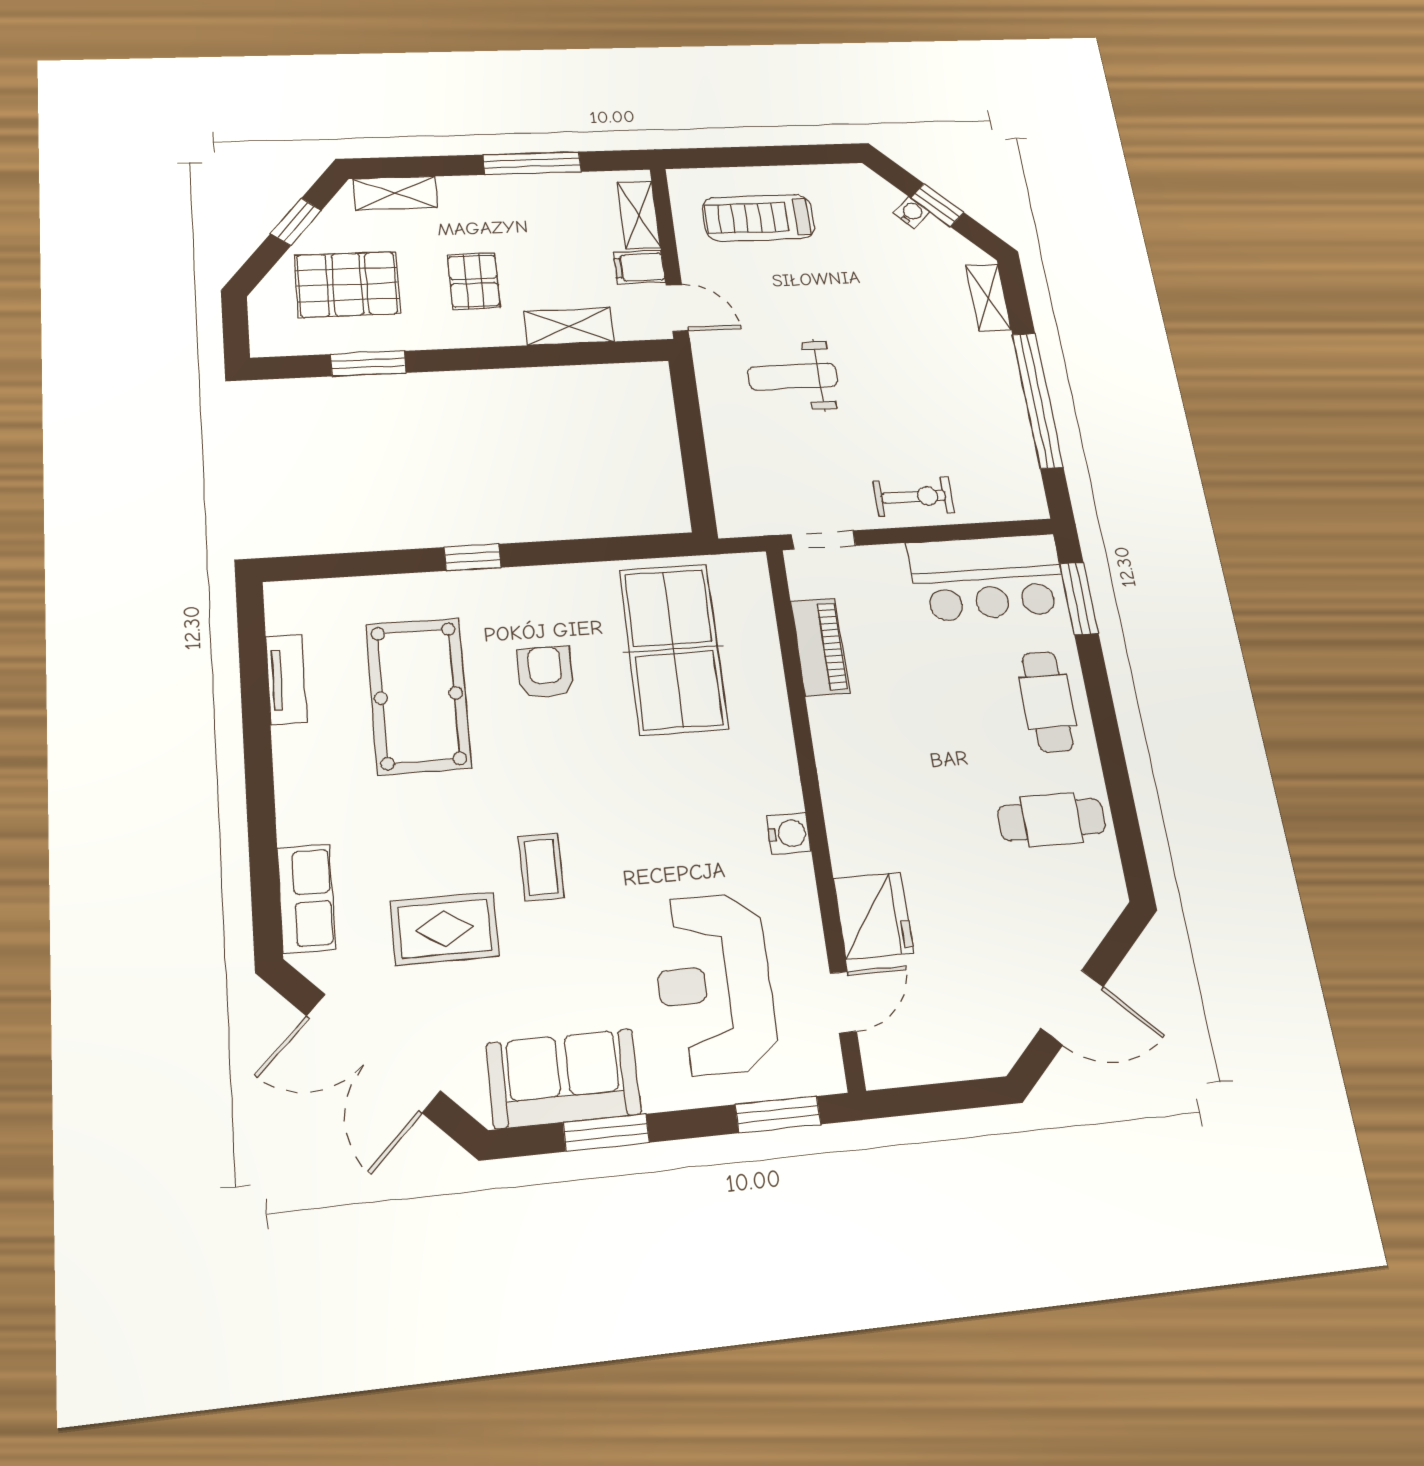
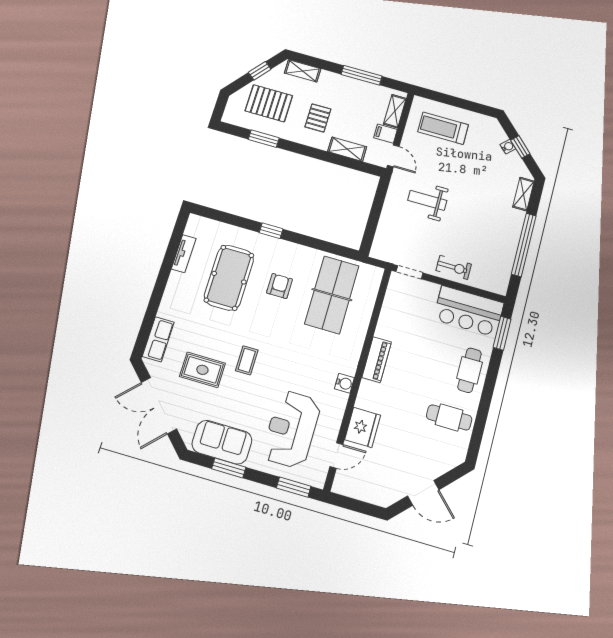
piano: (820, 647) -> (377, 360), moved

